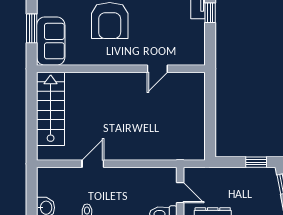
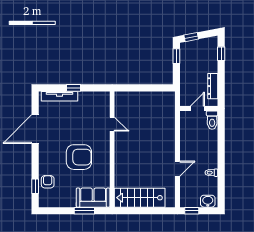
door: (93, 164) -> (178, 169), swing flipped
window: (32, 184) -> (192, 211), added

